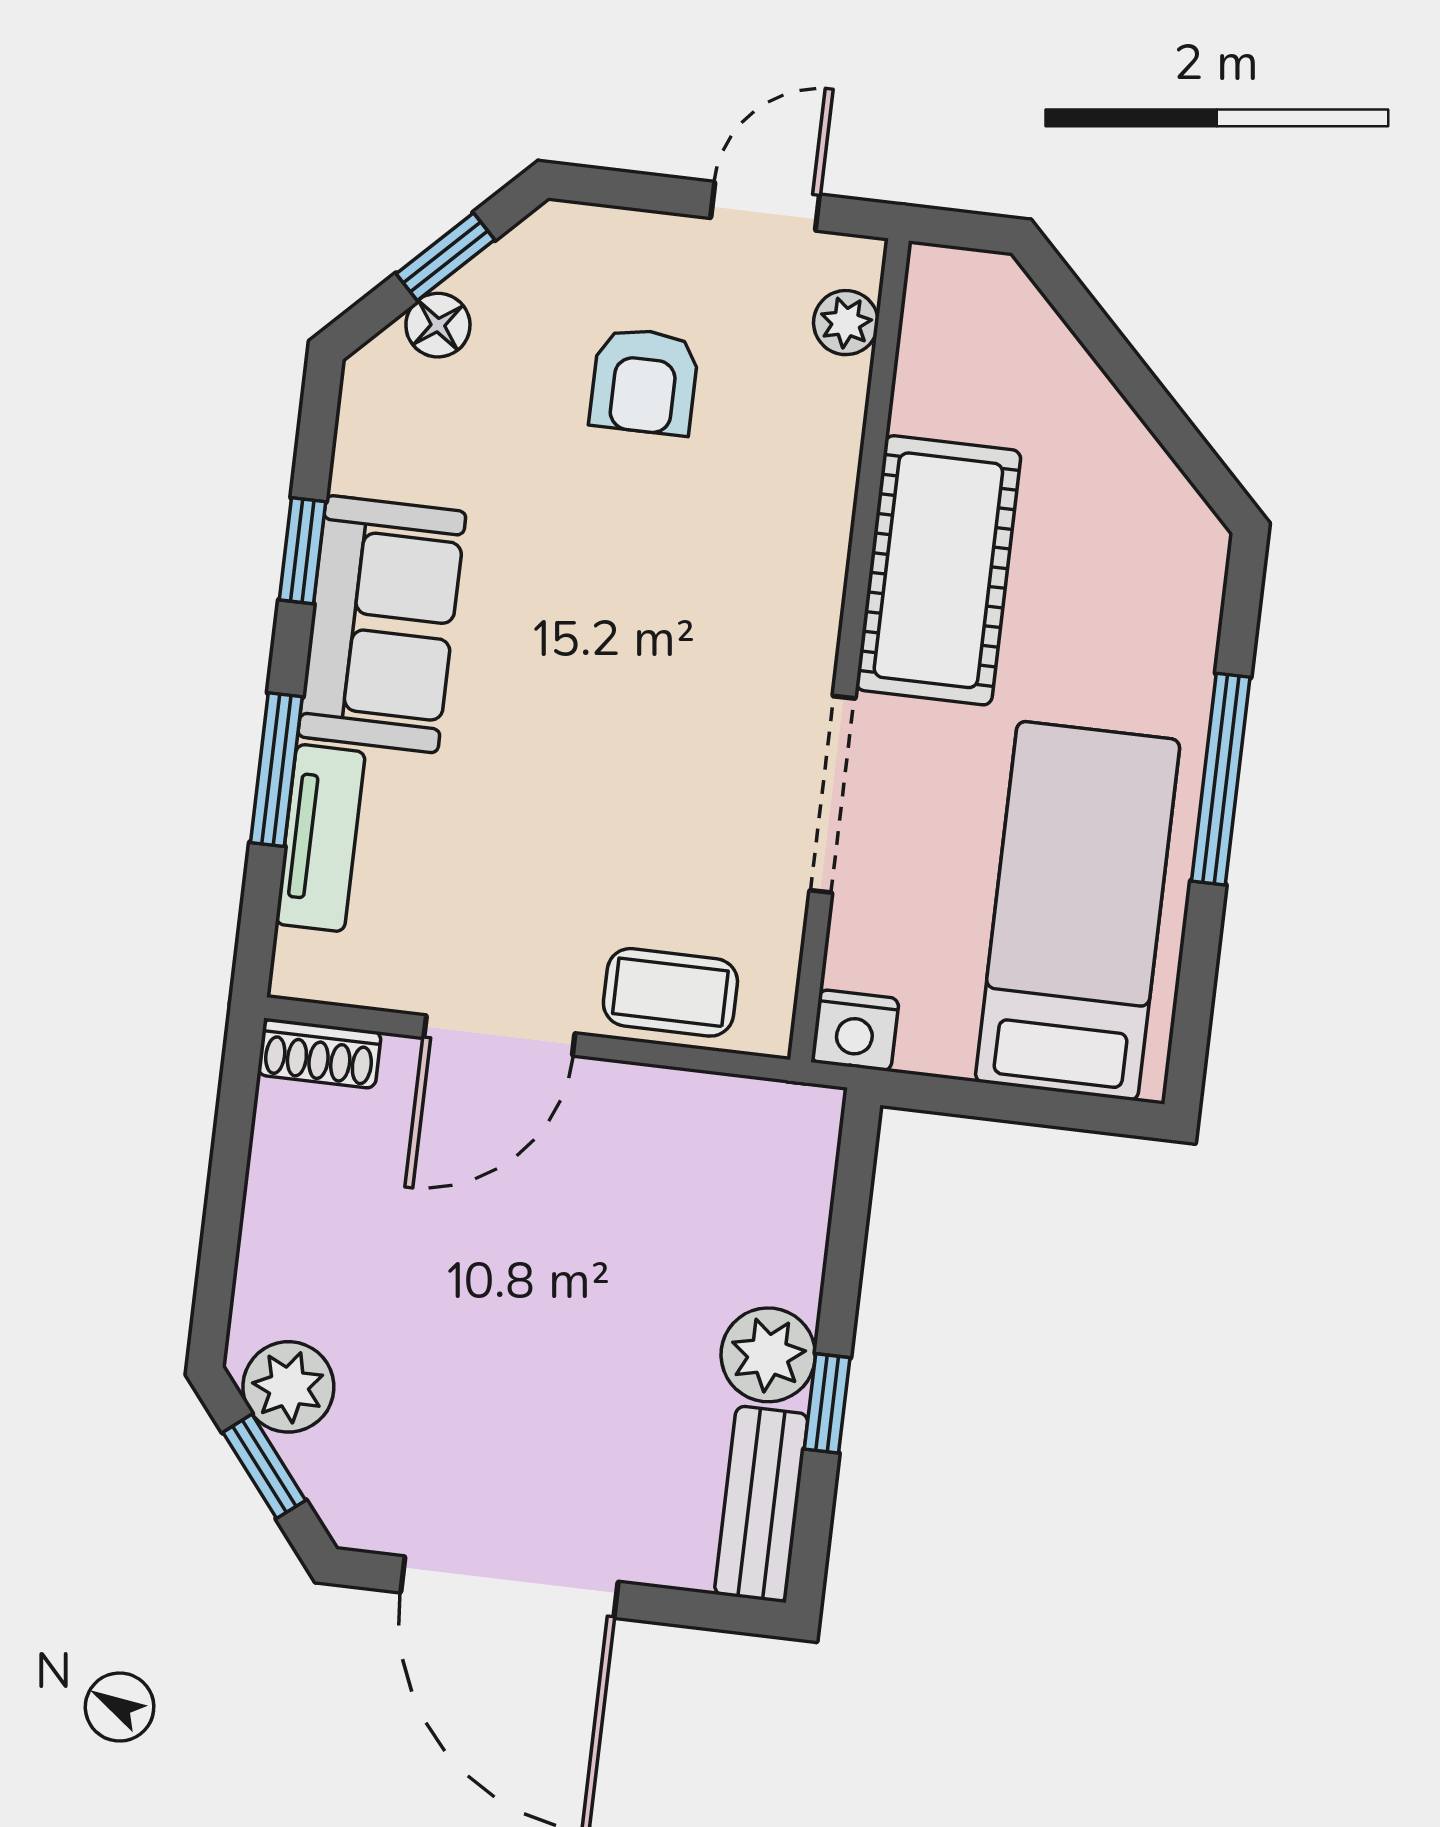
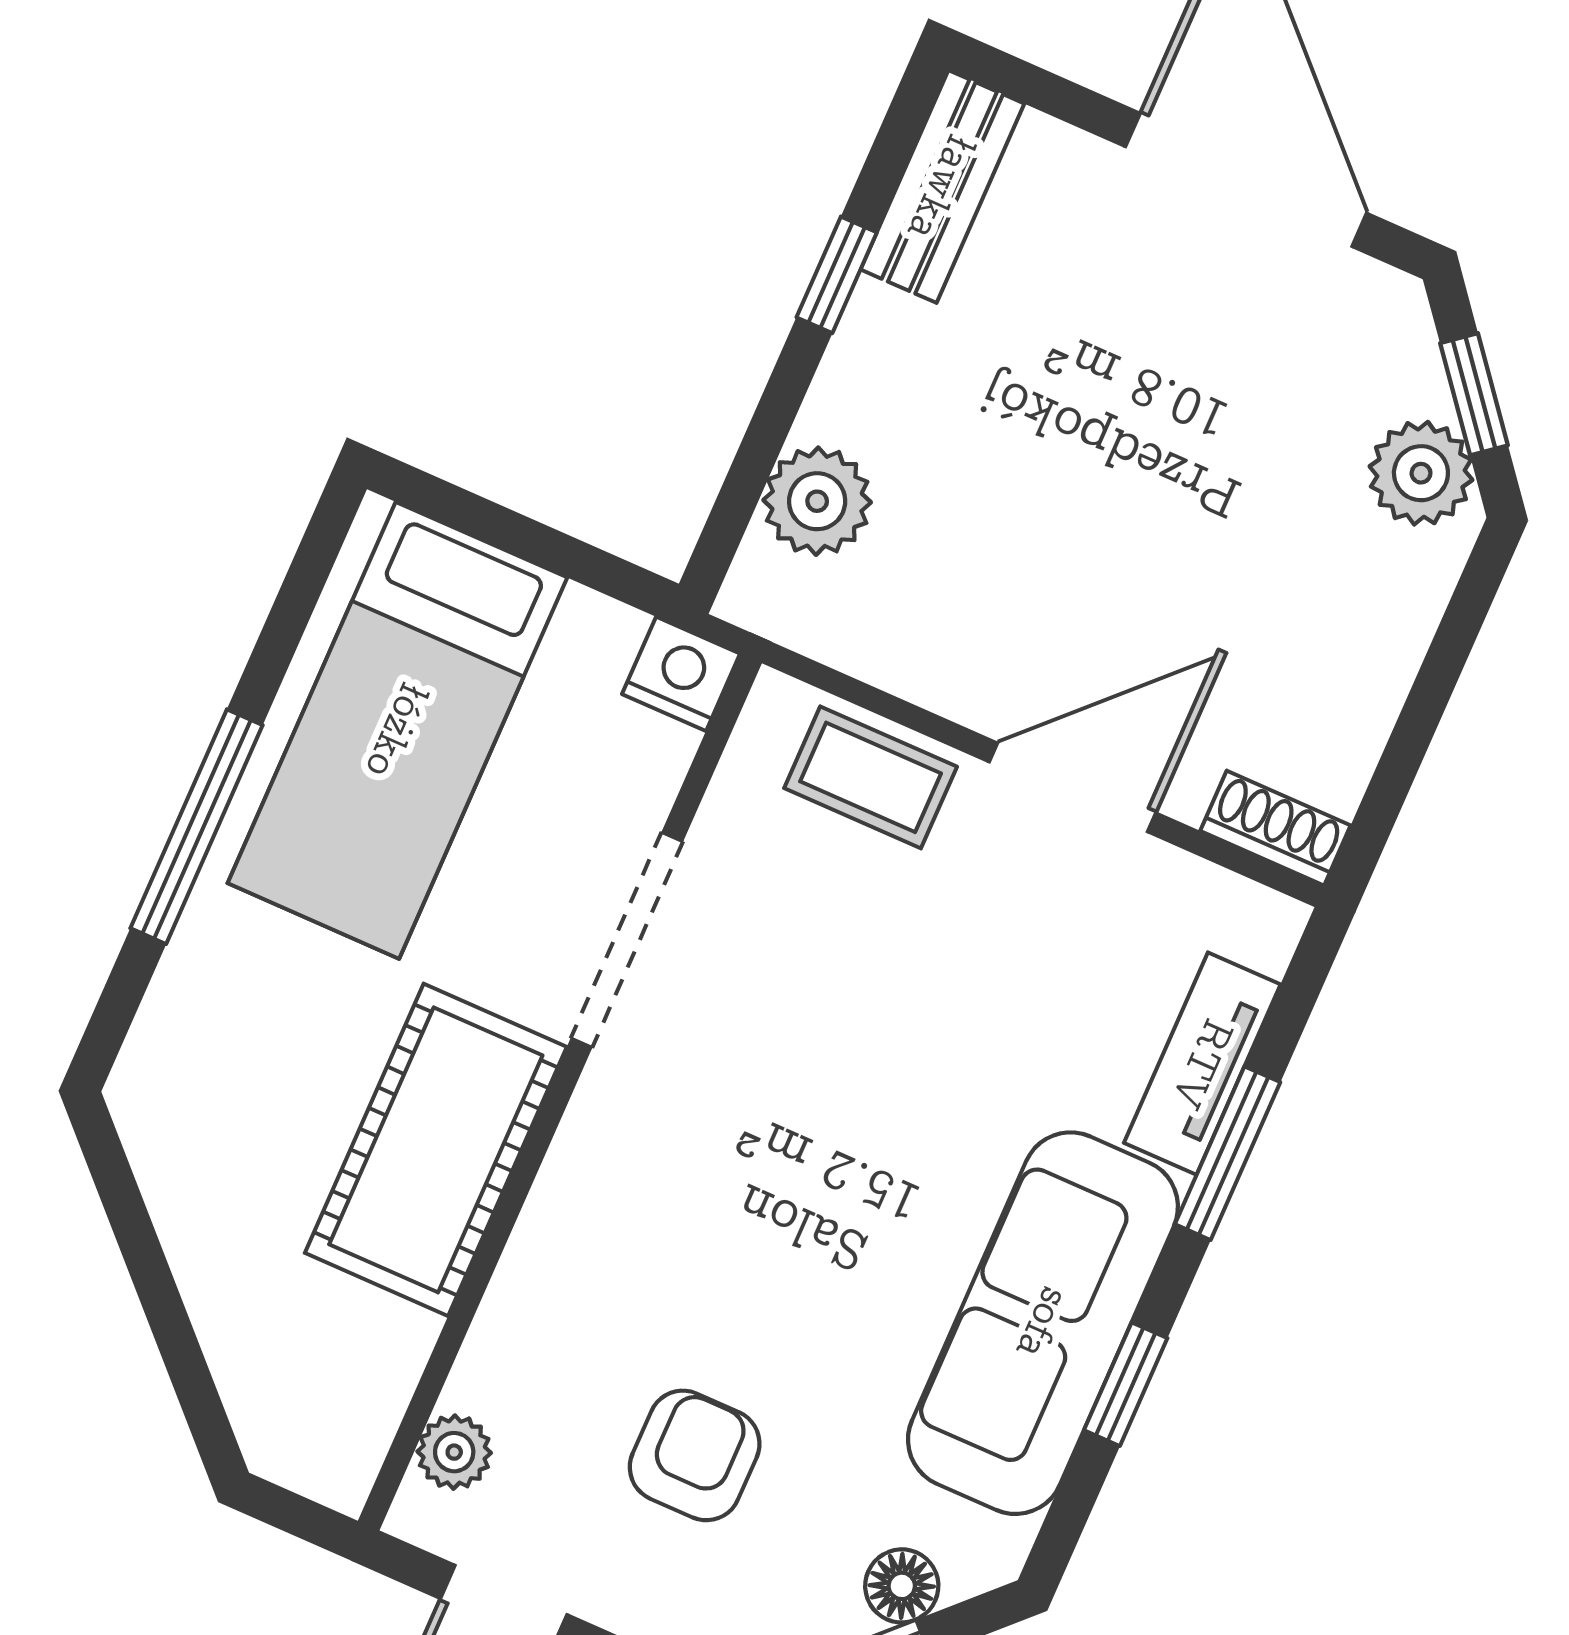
sofa: (382, 624) -> (1043, 1323), width x1.36
plant: (768, 1355) -> (817, 501), moved

